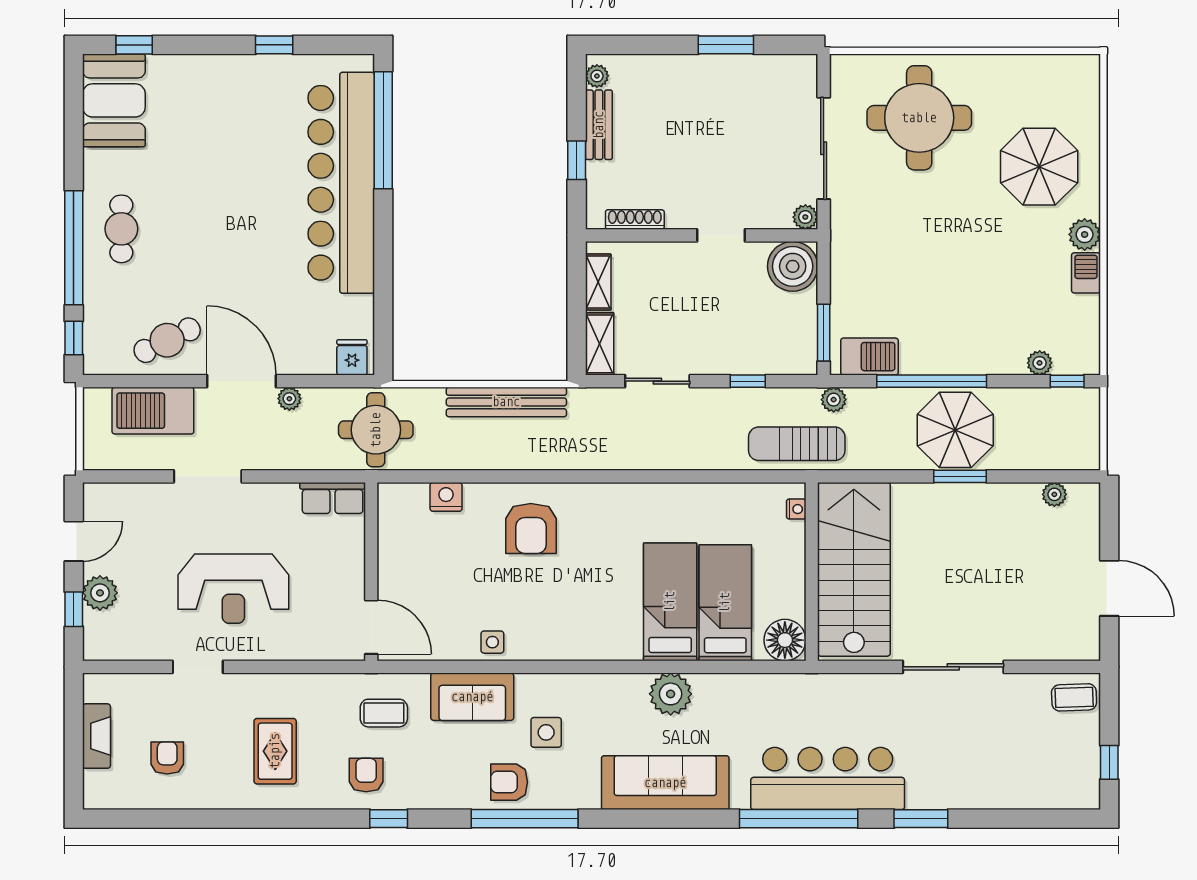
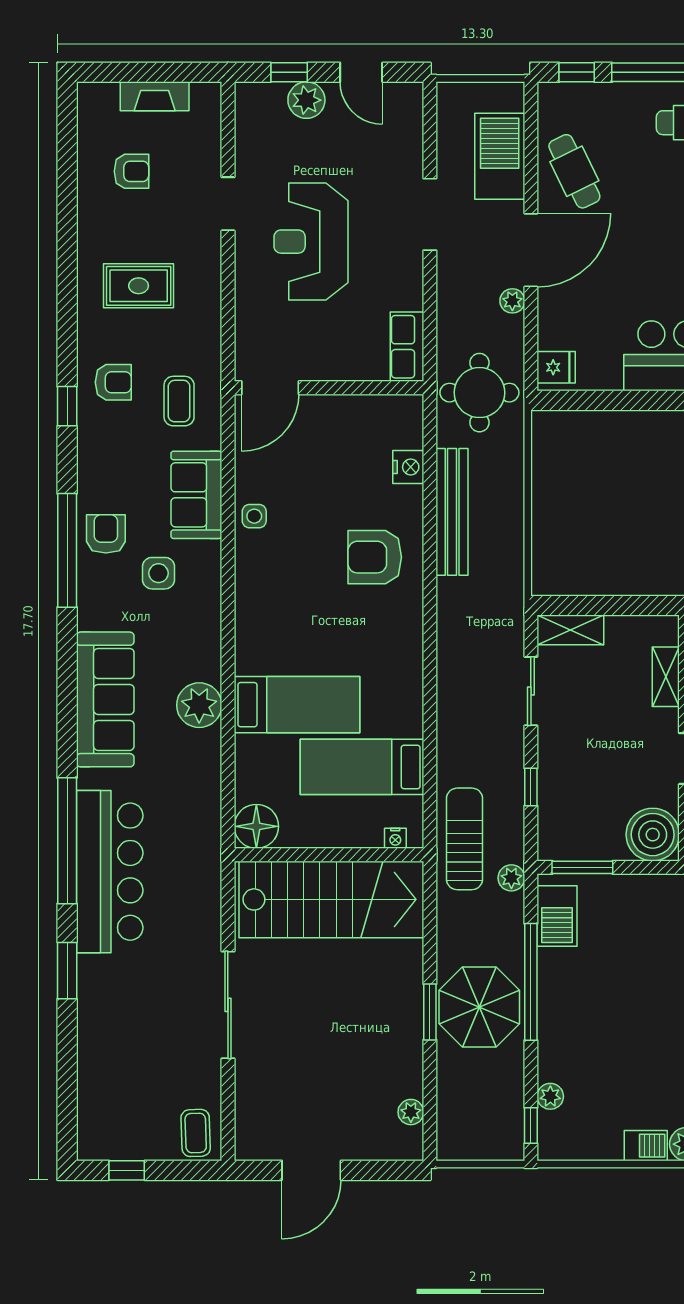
shelving: (598, 282) -> (666, 677), moved, turned 90
bench: (506, 402) -> (452, 512), moved
bed: (725, 603) -> (362, 767), moved, turned 180

